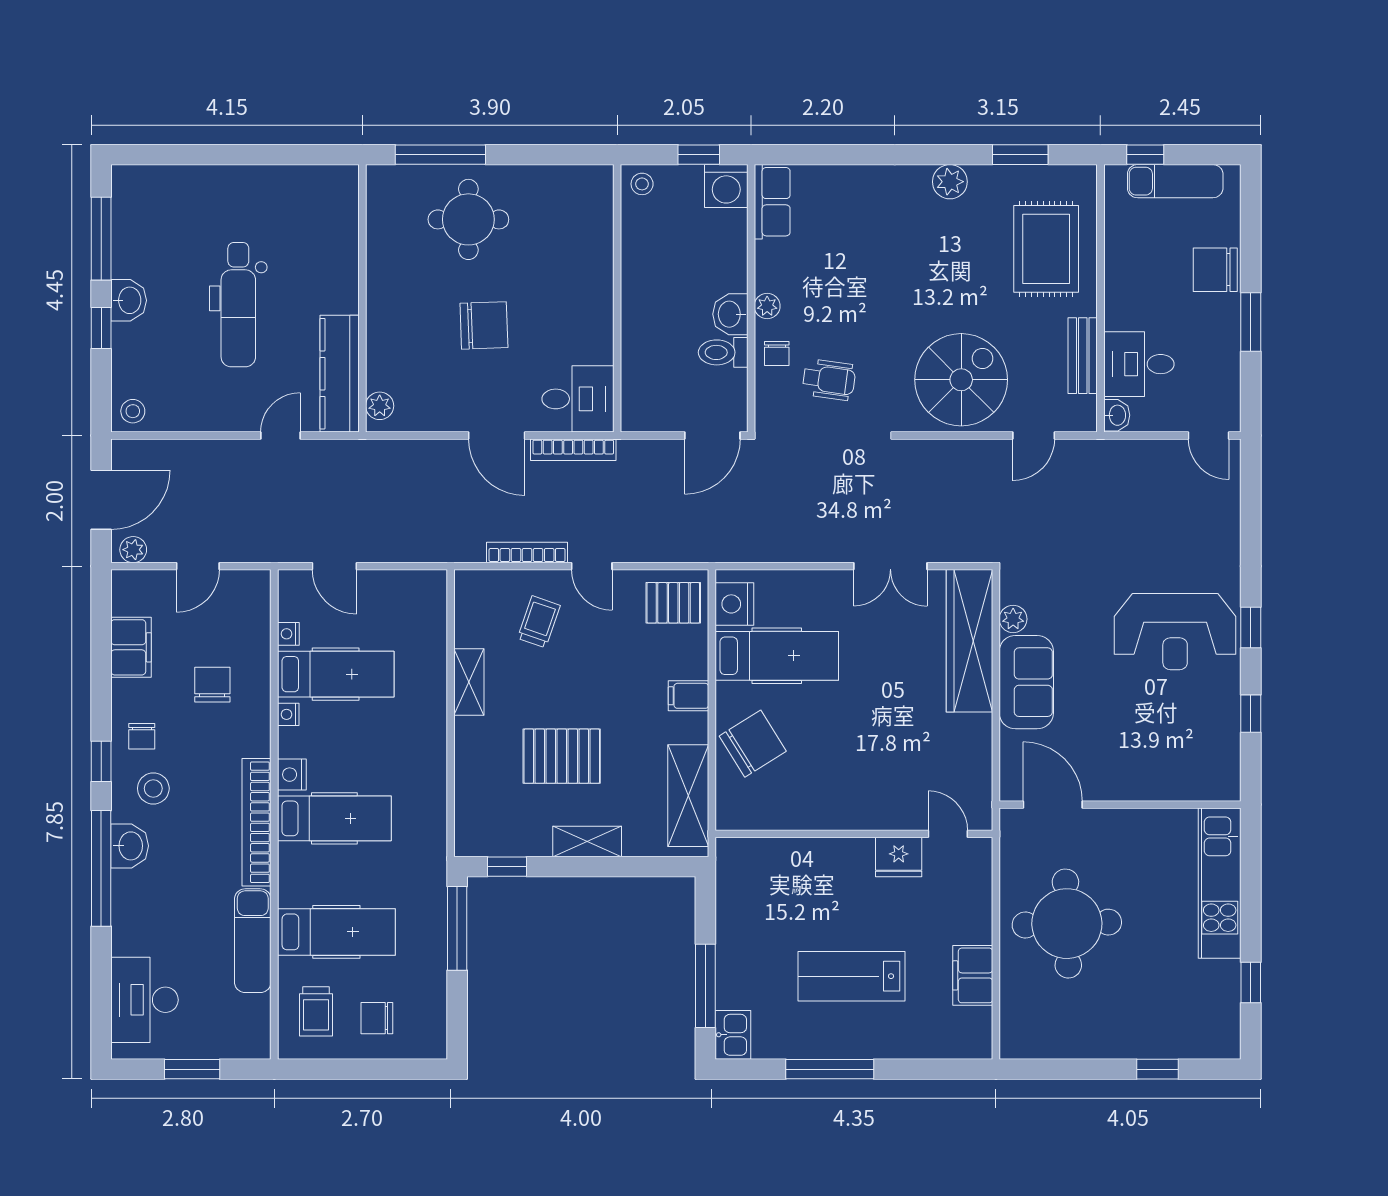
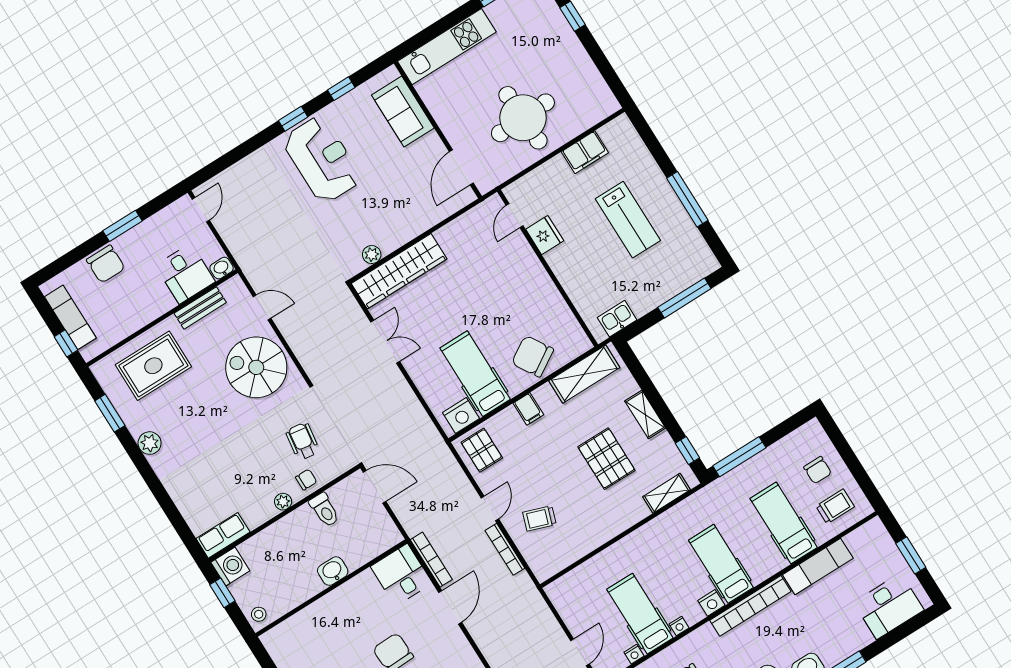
washbasin: (730, 314) -> (333, 571), moved, turned 180
shelving: (469, 682) -> (666, 493), moved
sofa: (1026, 682) -> (403, 112), moved, turned -90
kitchen sink: (733, 1035) -> (617, 319), moved

